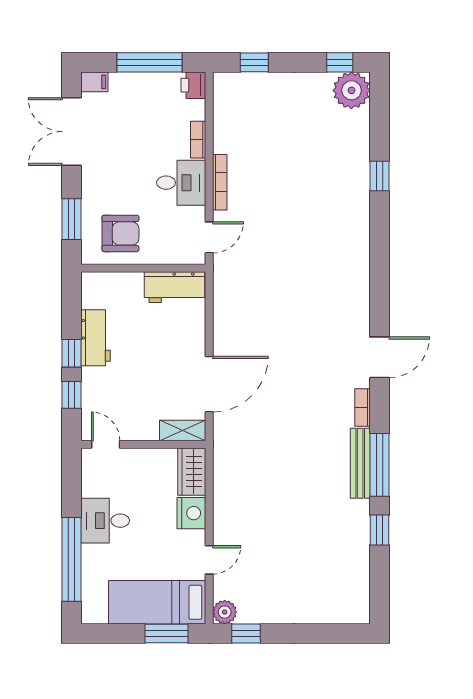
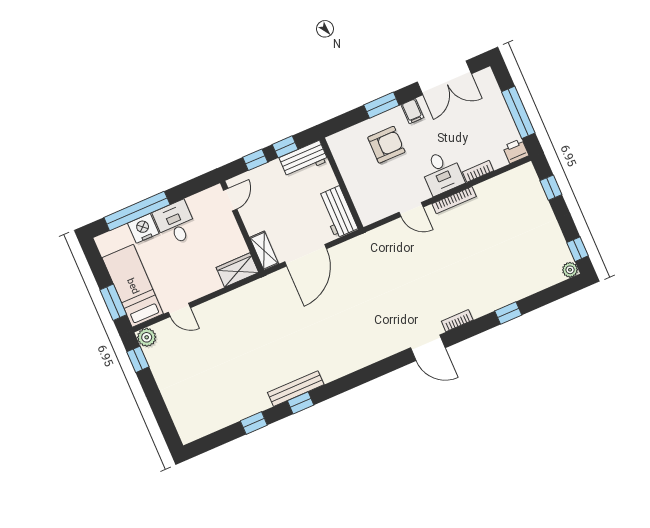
filing cabinet: (94, 82) -> (412, 111), moved
plant: (351, 90) -> (570, 270), width x0.53, depth x0.53
double door: (72, 132) -> (444, 78), swing flipped
armchair: (120, 233) -> (386, 145), turned -90
wall: (143, 268) -> (342, 184), moved
workbench: (174, 287) -> (338, 212), moved
door: (379, 357) -> (428, 348), moved
door: (209, 384) -> (306, 255), hinge flipped
bookcase: (362, 407) -> (457, 321), moved
window: (379, 465) -> (301, 403), width x0.46
nightstand: (191, 513) -> (143, 228), moved, turned 180

